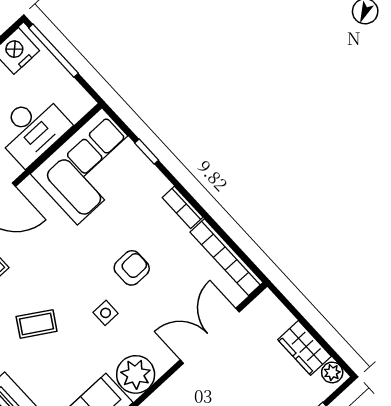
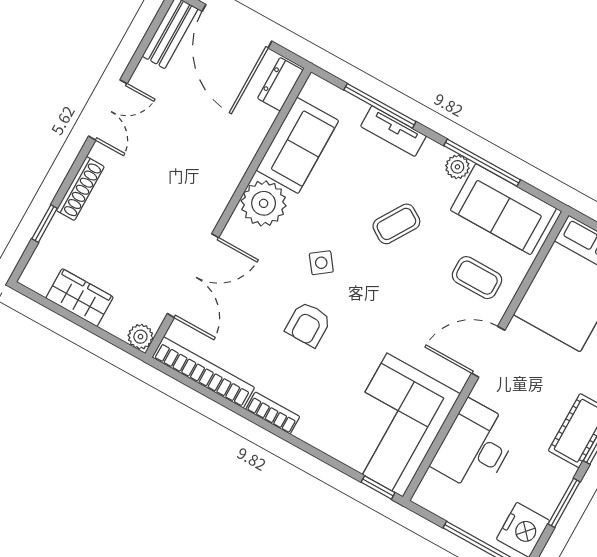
window: (147, 152) -> (378, 487), moved
side table: (106, 313) -> (321, 263), turned -37
plant: (332, 372) -> (140, 337), moved

